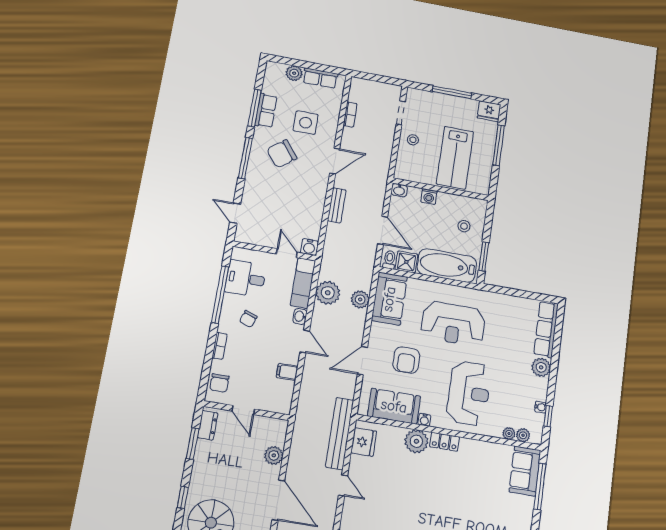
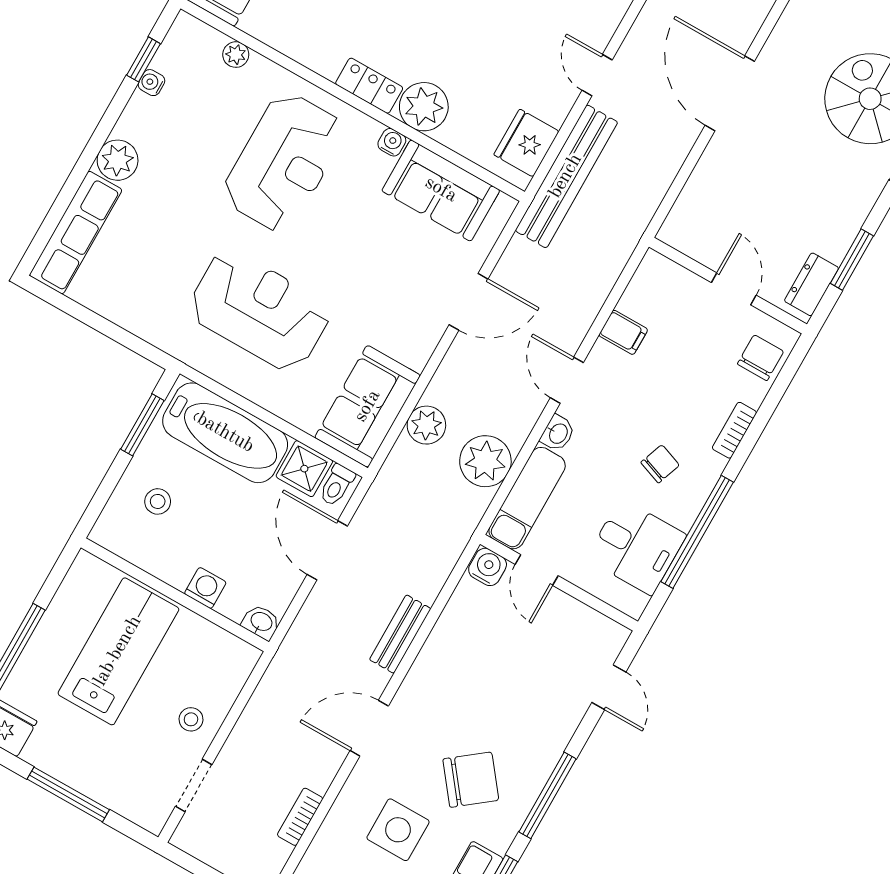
armchair: (406, 360) -> (382, 272), removed
reception desk: (469, 393) -> (284, 162), turned 180
plant: (523, 435) -> (209, 41), removed
plant: (274, 455) -> (708, 181), removed

